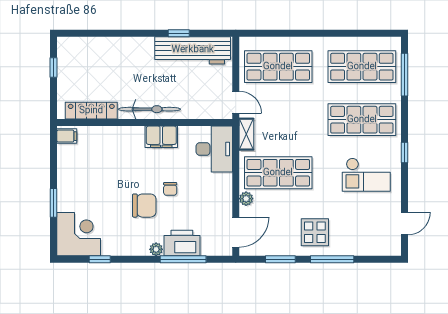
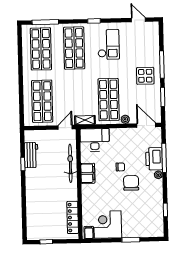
workbench: (193, 50) -> (31, 155), width x0.53, depth x0.76
bicycle: (149, 109) -> (70, 163), moved
corner desk: (79, 234) -> (108, 225), moved

